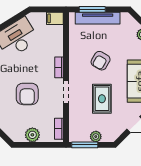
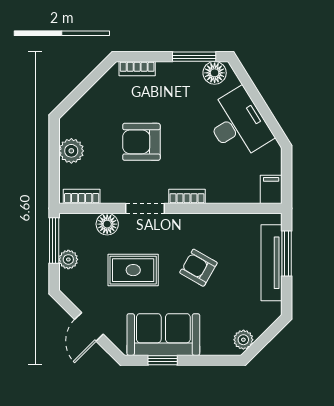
floor lamp: (75, 114) -> (107, 224), added

